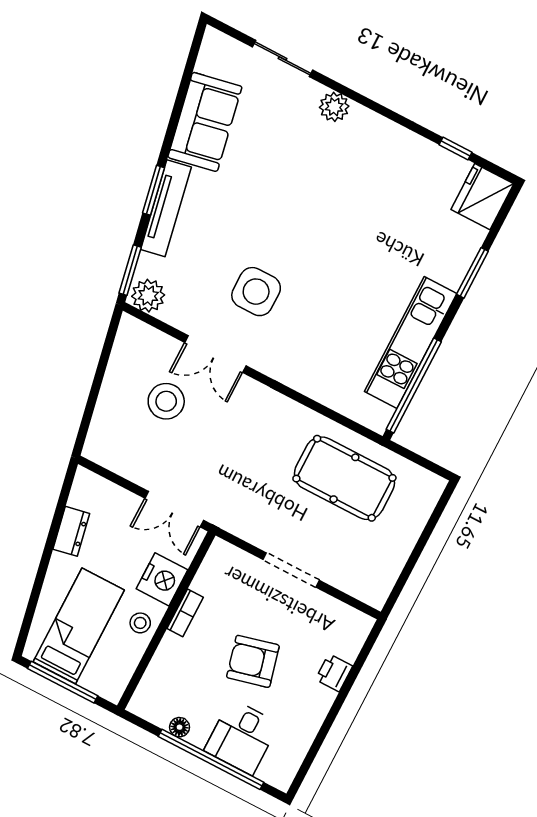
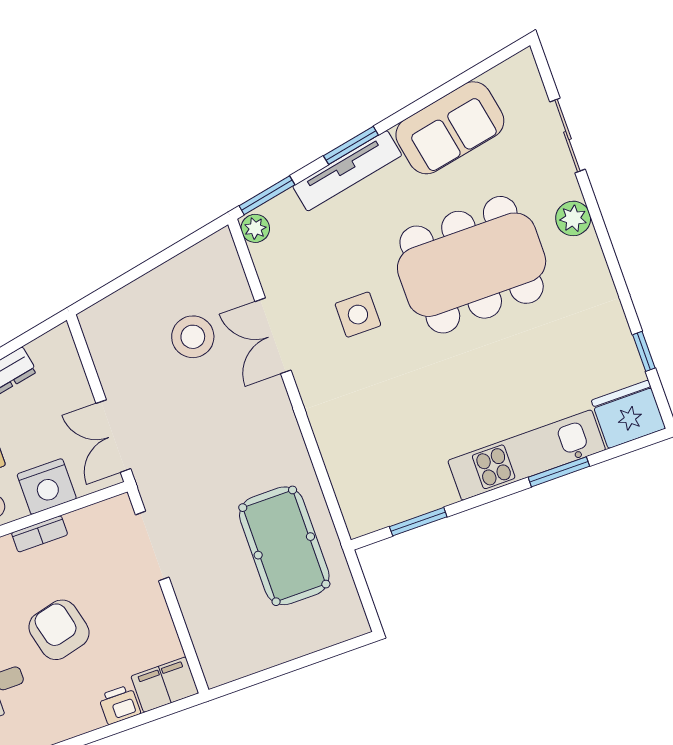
dining table: (298, 195) -> (472, 265), added
side table: (256, 292) -> (358, 315), width x0.73, depth x0.73
plant: (148, 296) -> (255, 228), width x0.73, depth x0.73
kitchen unit: (411, 342) -> (527, 455), moved
window: (414, 386) -> (418, 522), width x0.47
doorway: (291, 570) -> (152, 546), moved
filing cabinet: (351, 634) -> (165, 685), added

